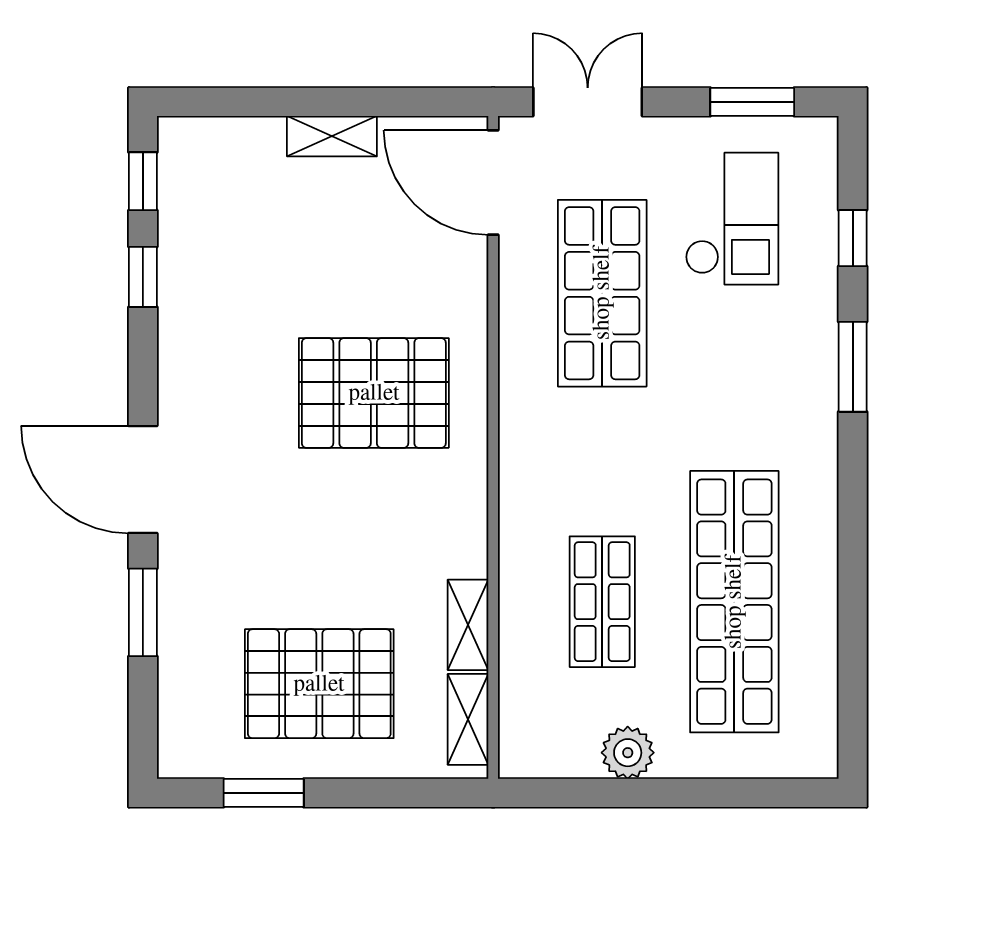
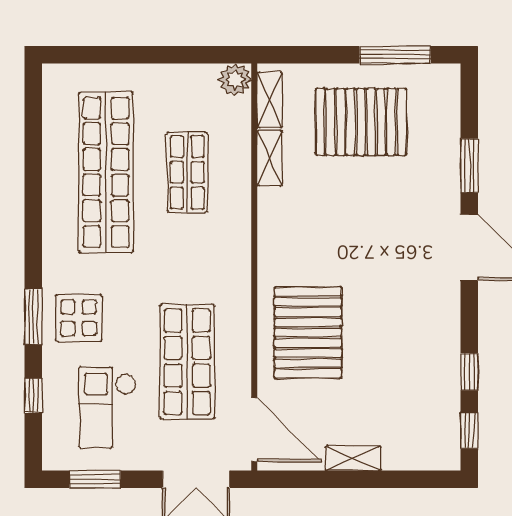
display table: (779, 365) -> (79, 318), added
pallet: (374, 393) -> (308, 333), moved, turned 90
plant: (628, 753) -> (235, 79), moved
window: (264, 793) -> (395, 55), width x1.44

